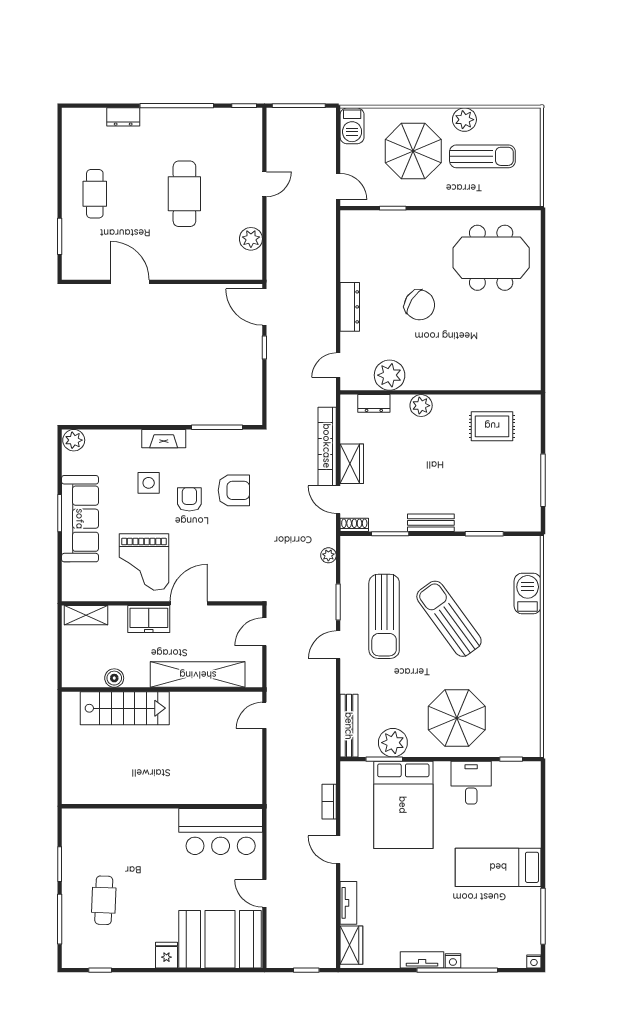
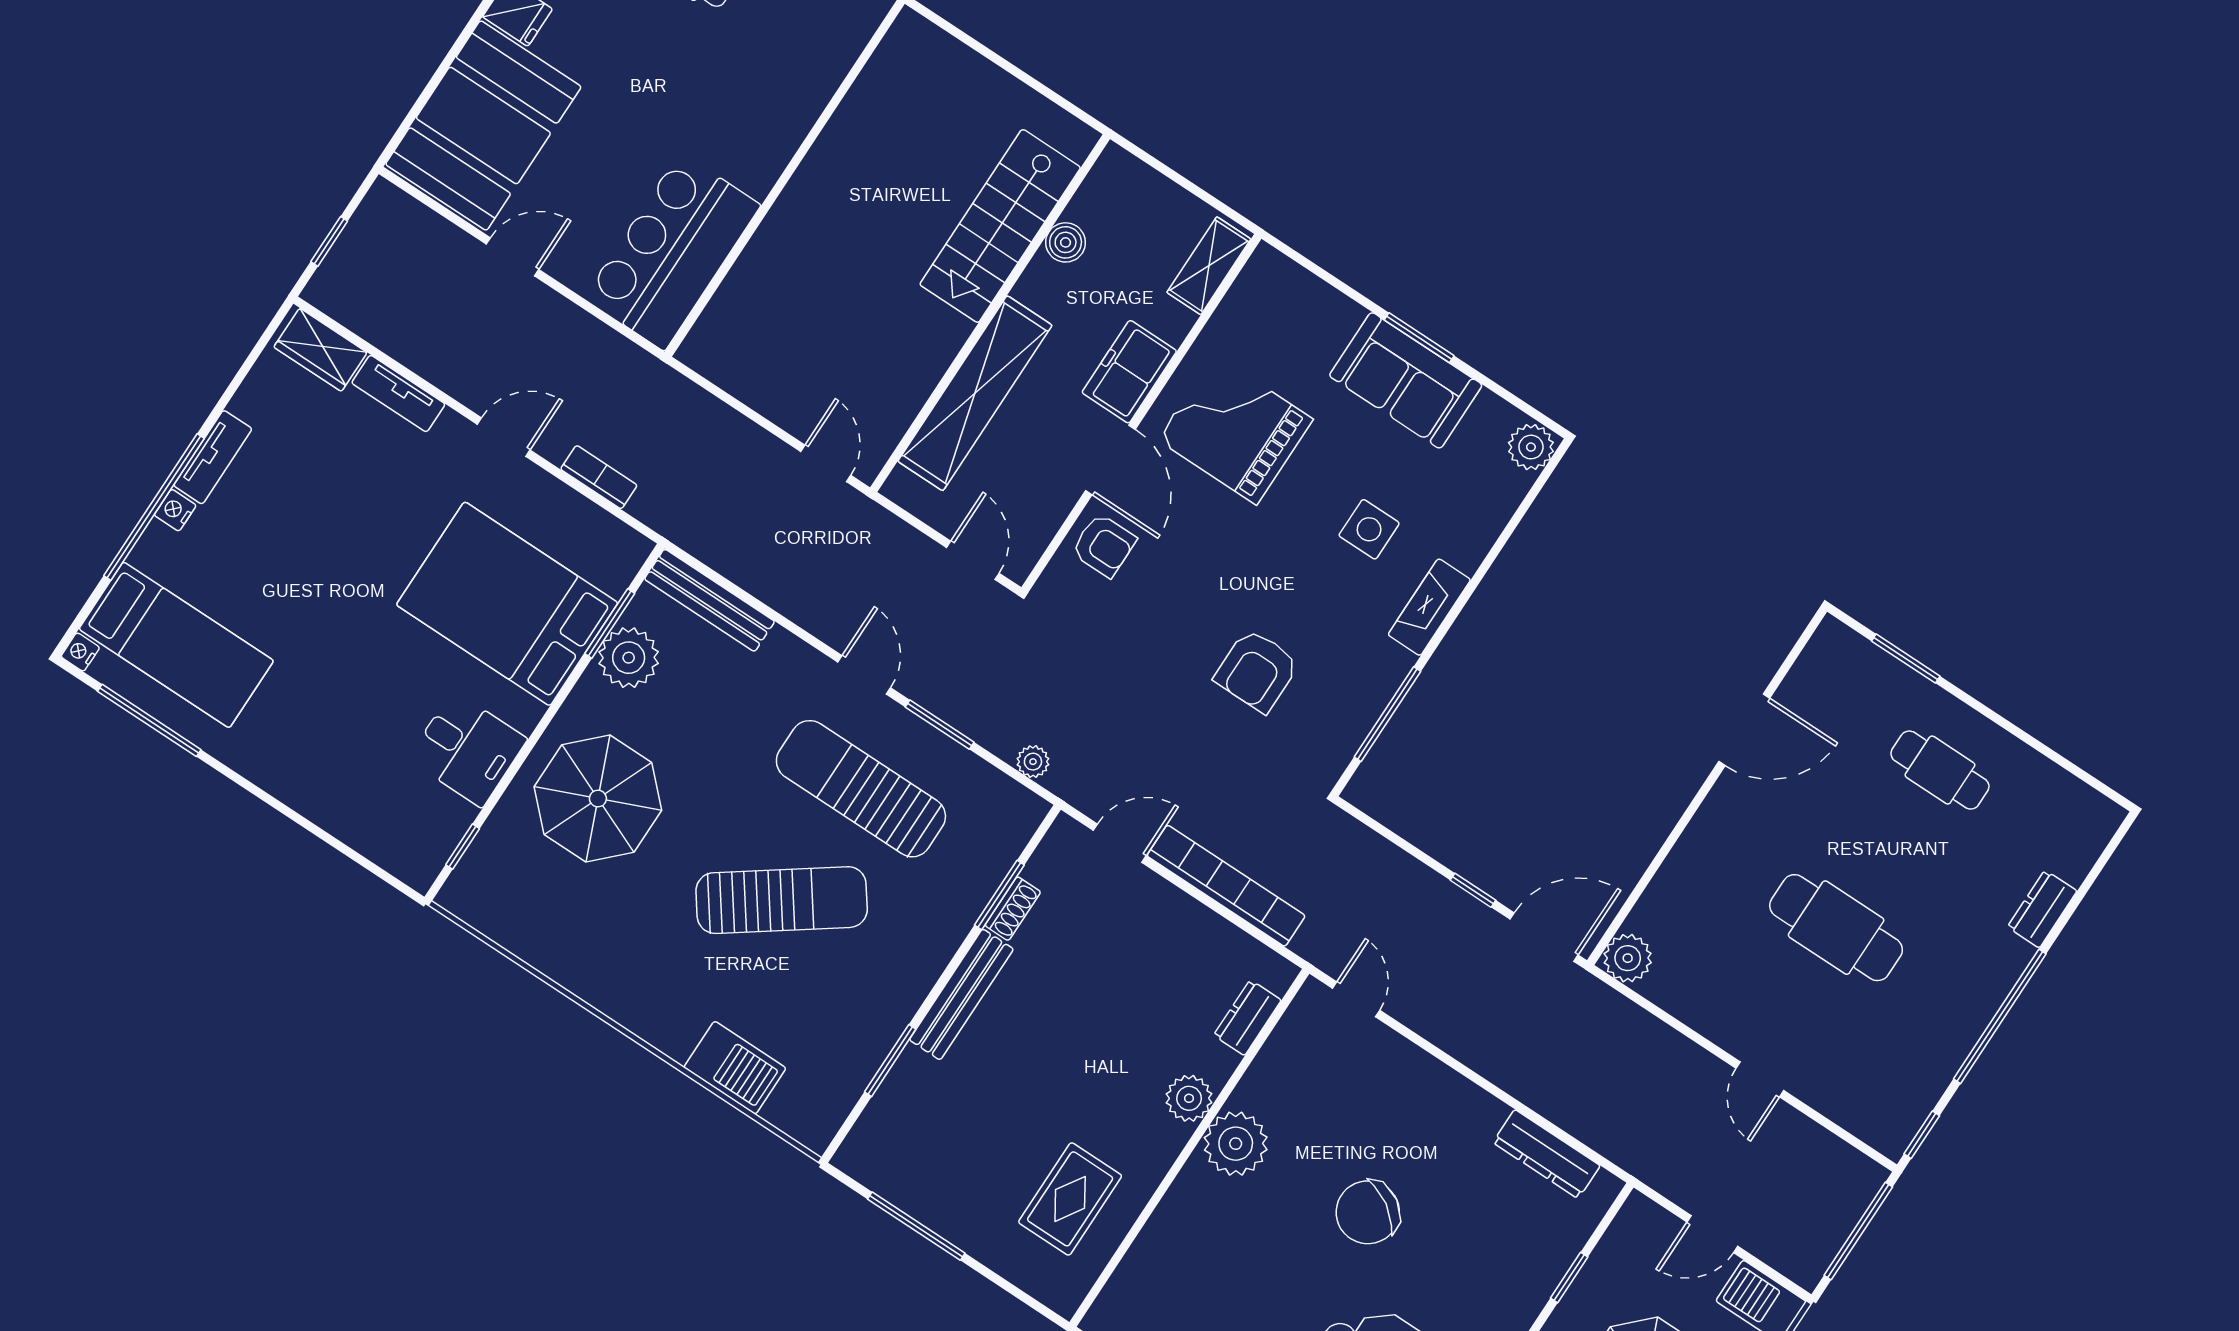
door: (338, 187) -> (1712, 1234), moved
plant: (251, 239) -> (1628, 958), moved
dresser: (350, 307) -> (1546, 1154), moved
plant: (390, 375) -> (1236, 1144), moved
wardrobe: (352, 464) -> (1167, 909), removed
armchair: (189, 499) -> (1104, 545), moved
sofa: (80, 519) -> (1406, 380), width x0.73
bench: (431, 523) -> (961, 994), width x1.36
shoe rack: (354, 525) -> (1013, 909), moved
bed: (498, 867) -> (176, 645), moved, turned 90

